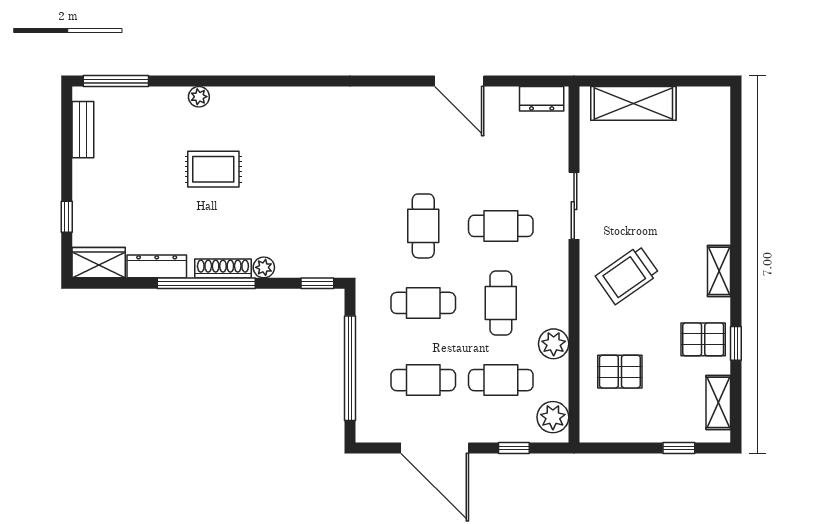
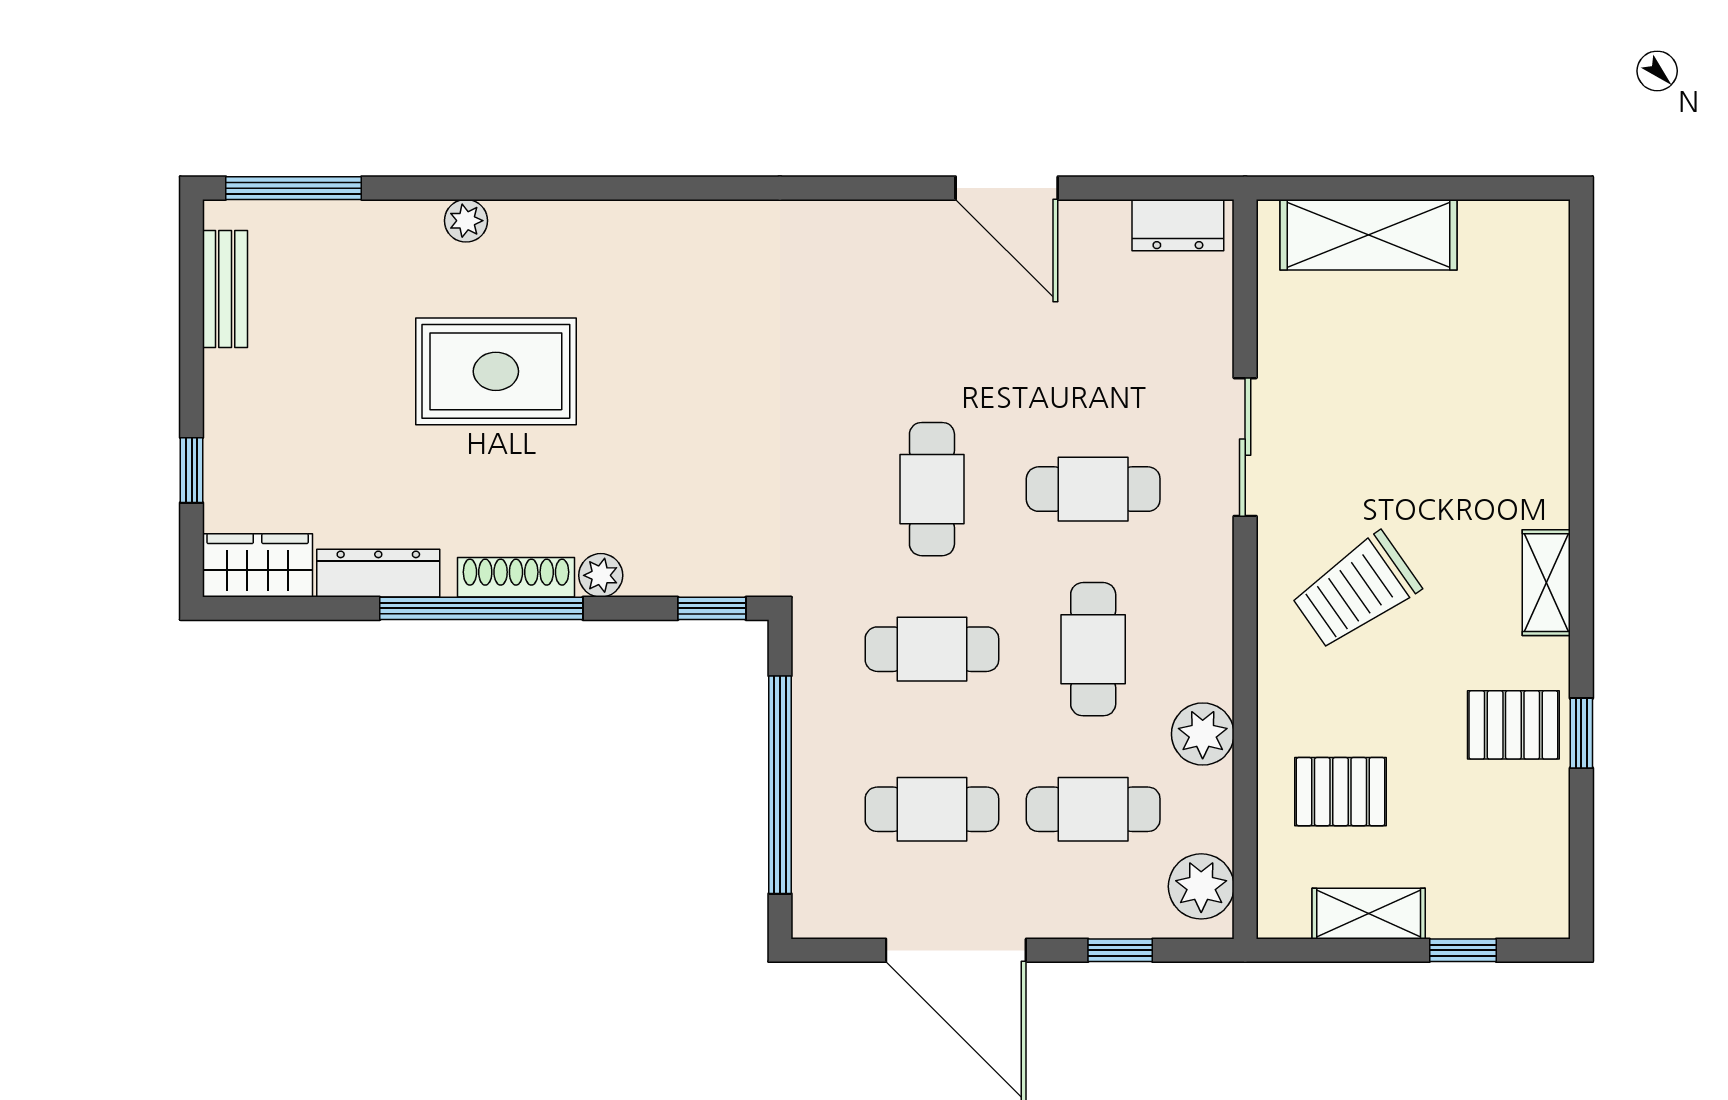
rug: (213, 169) -> (496, 371), width x1.36, depth x1.43
shelving: (718, 402) -> (1369, 914), moved, turned 90

